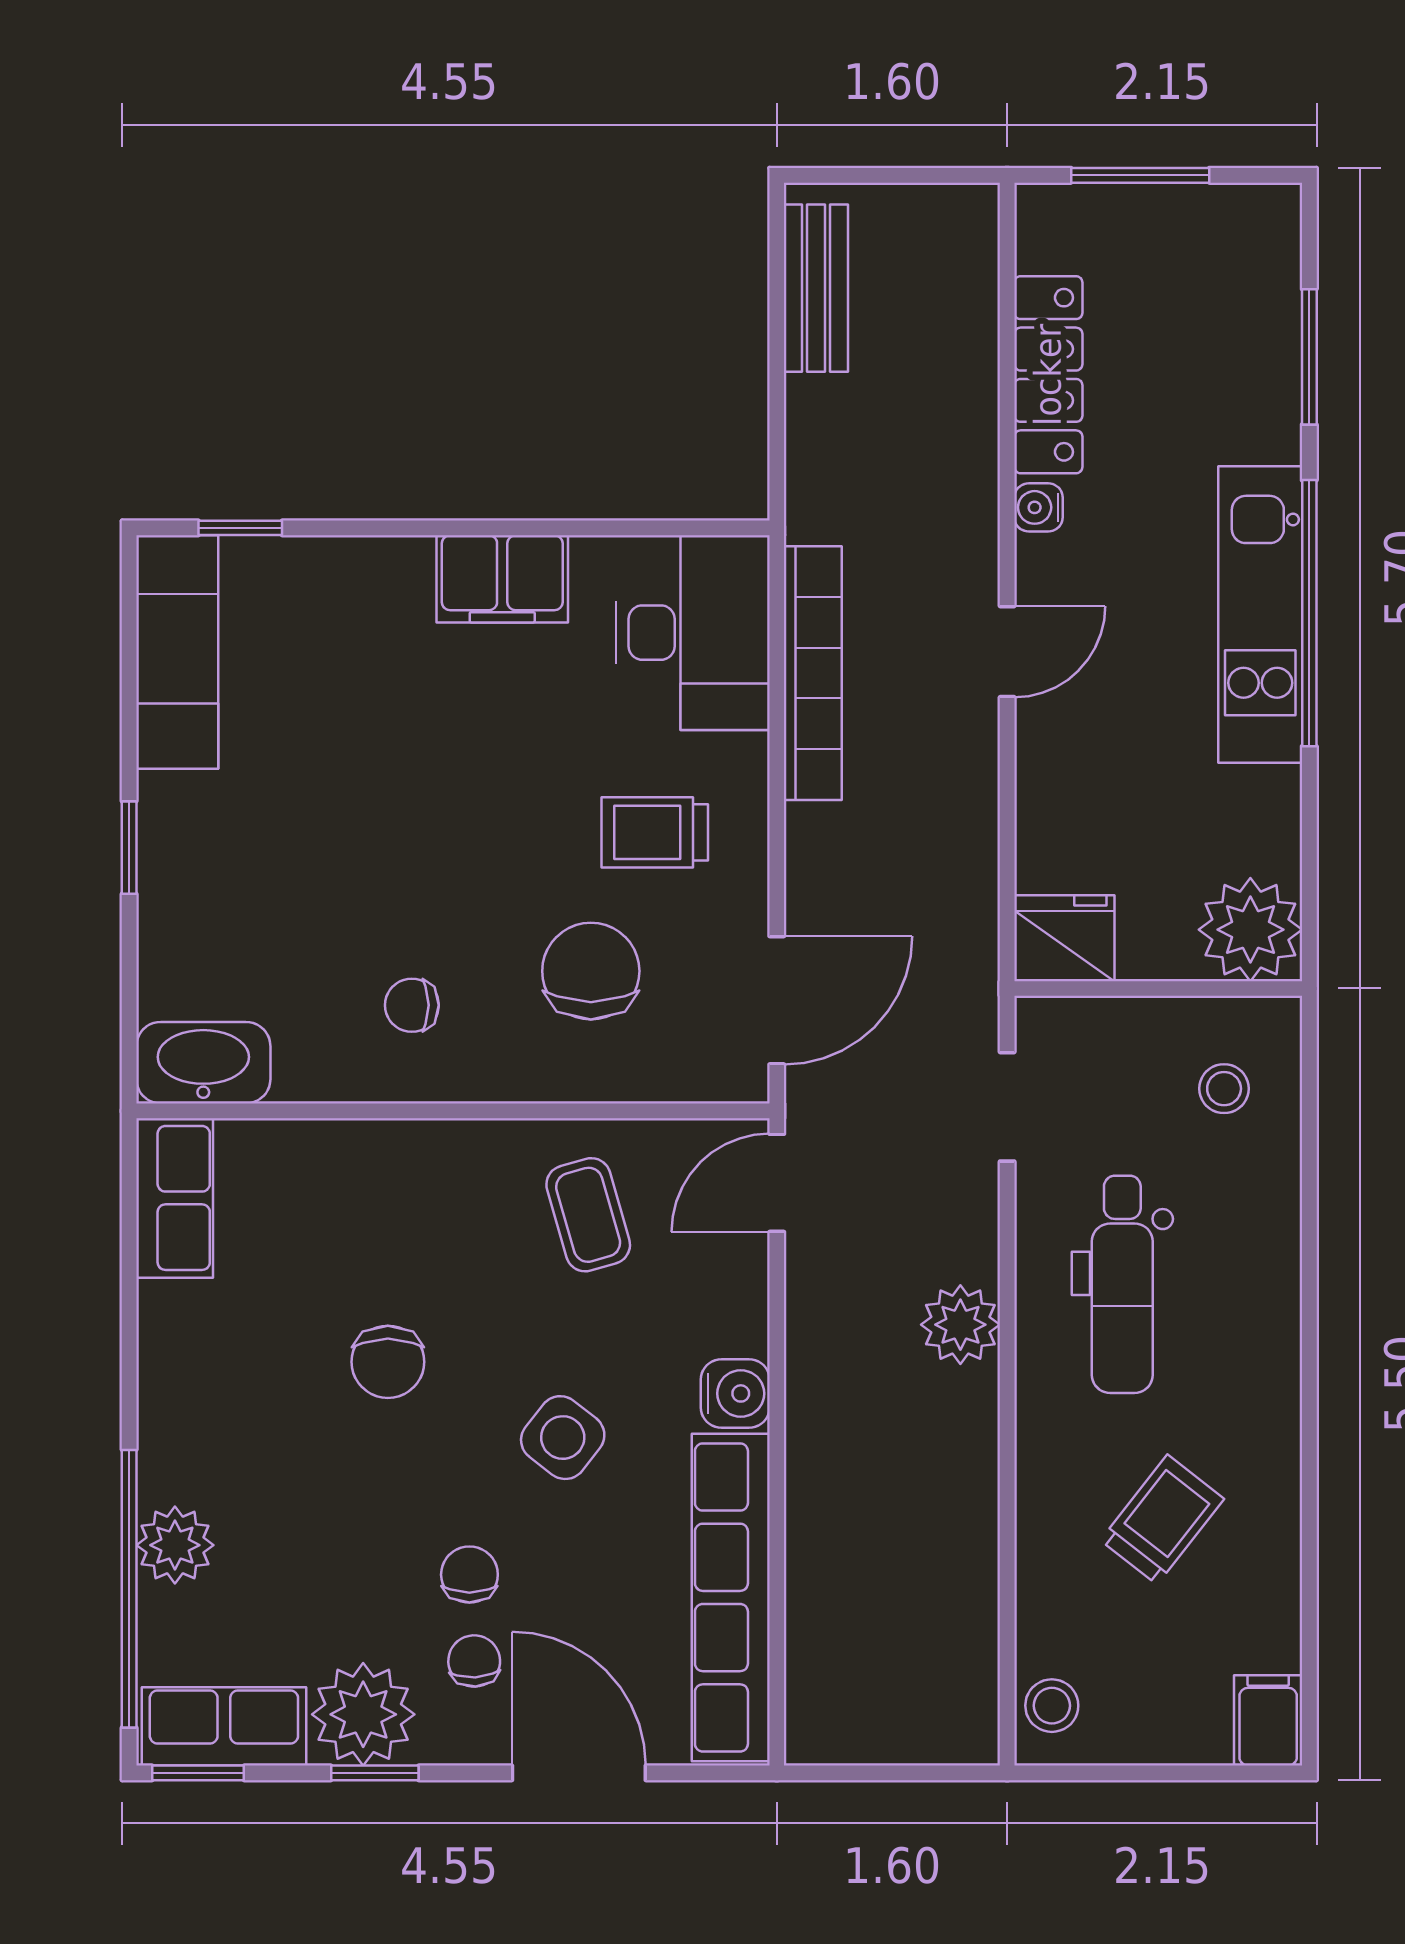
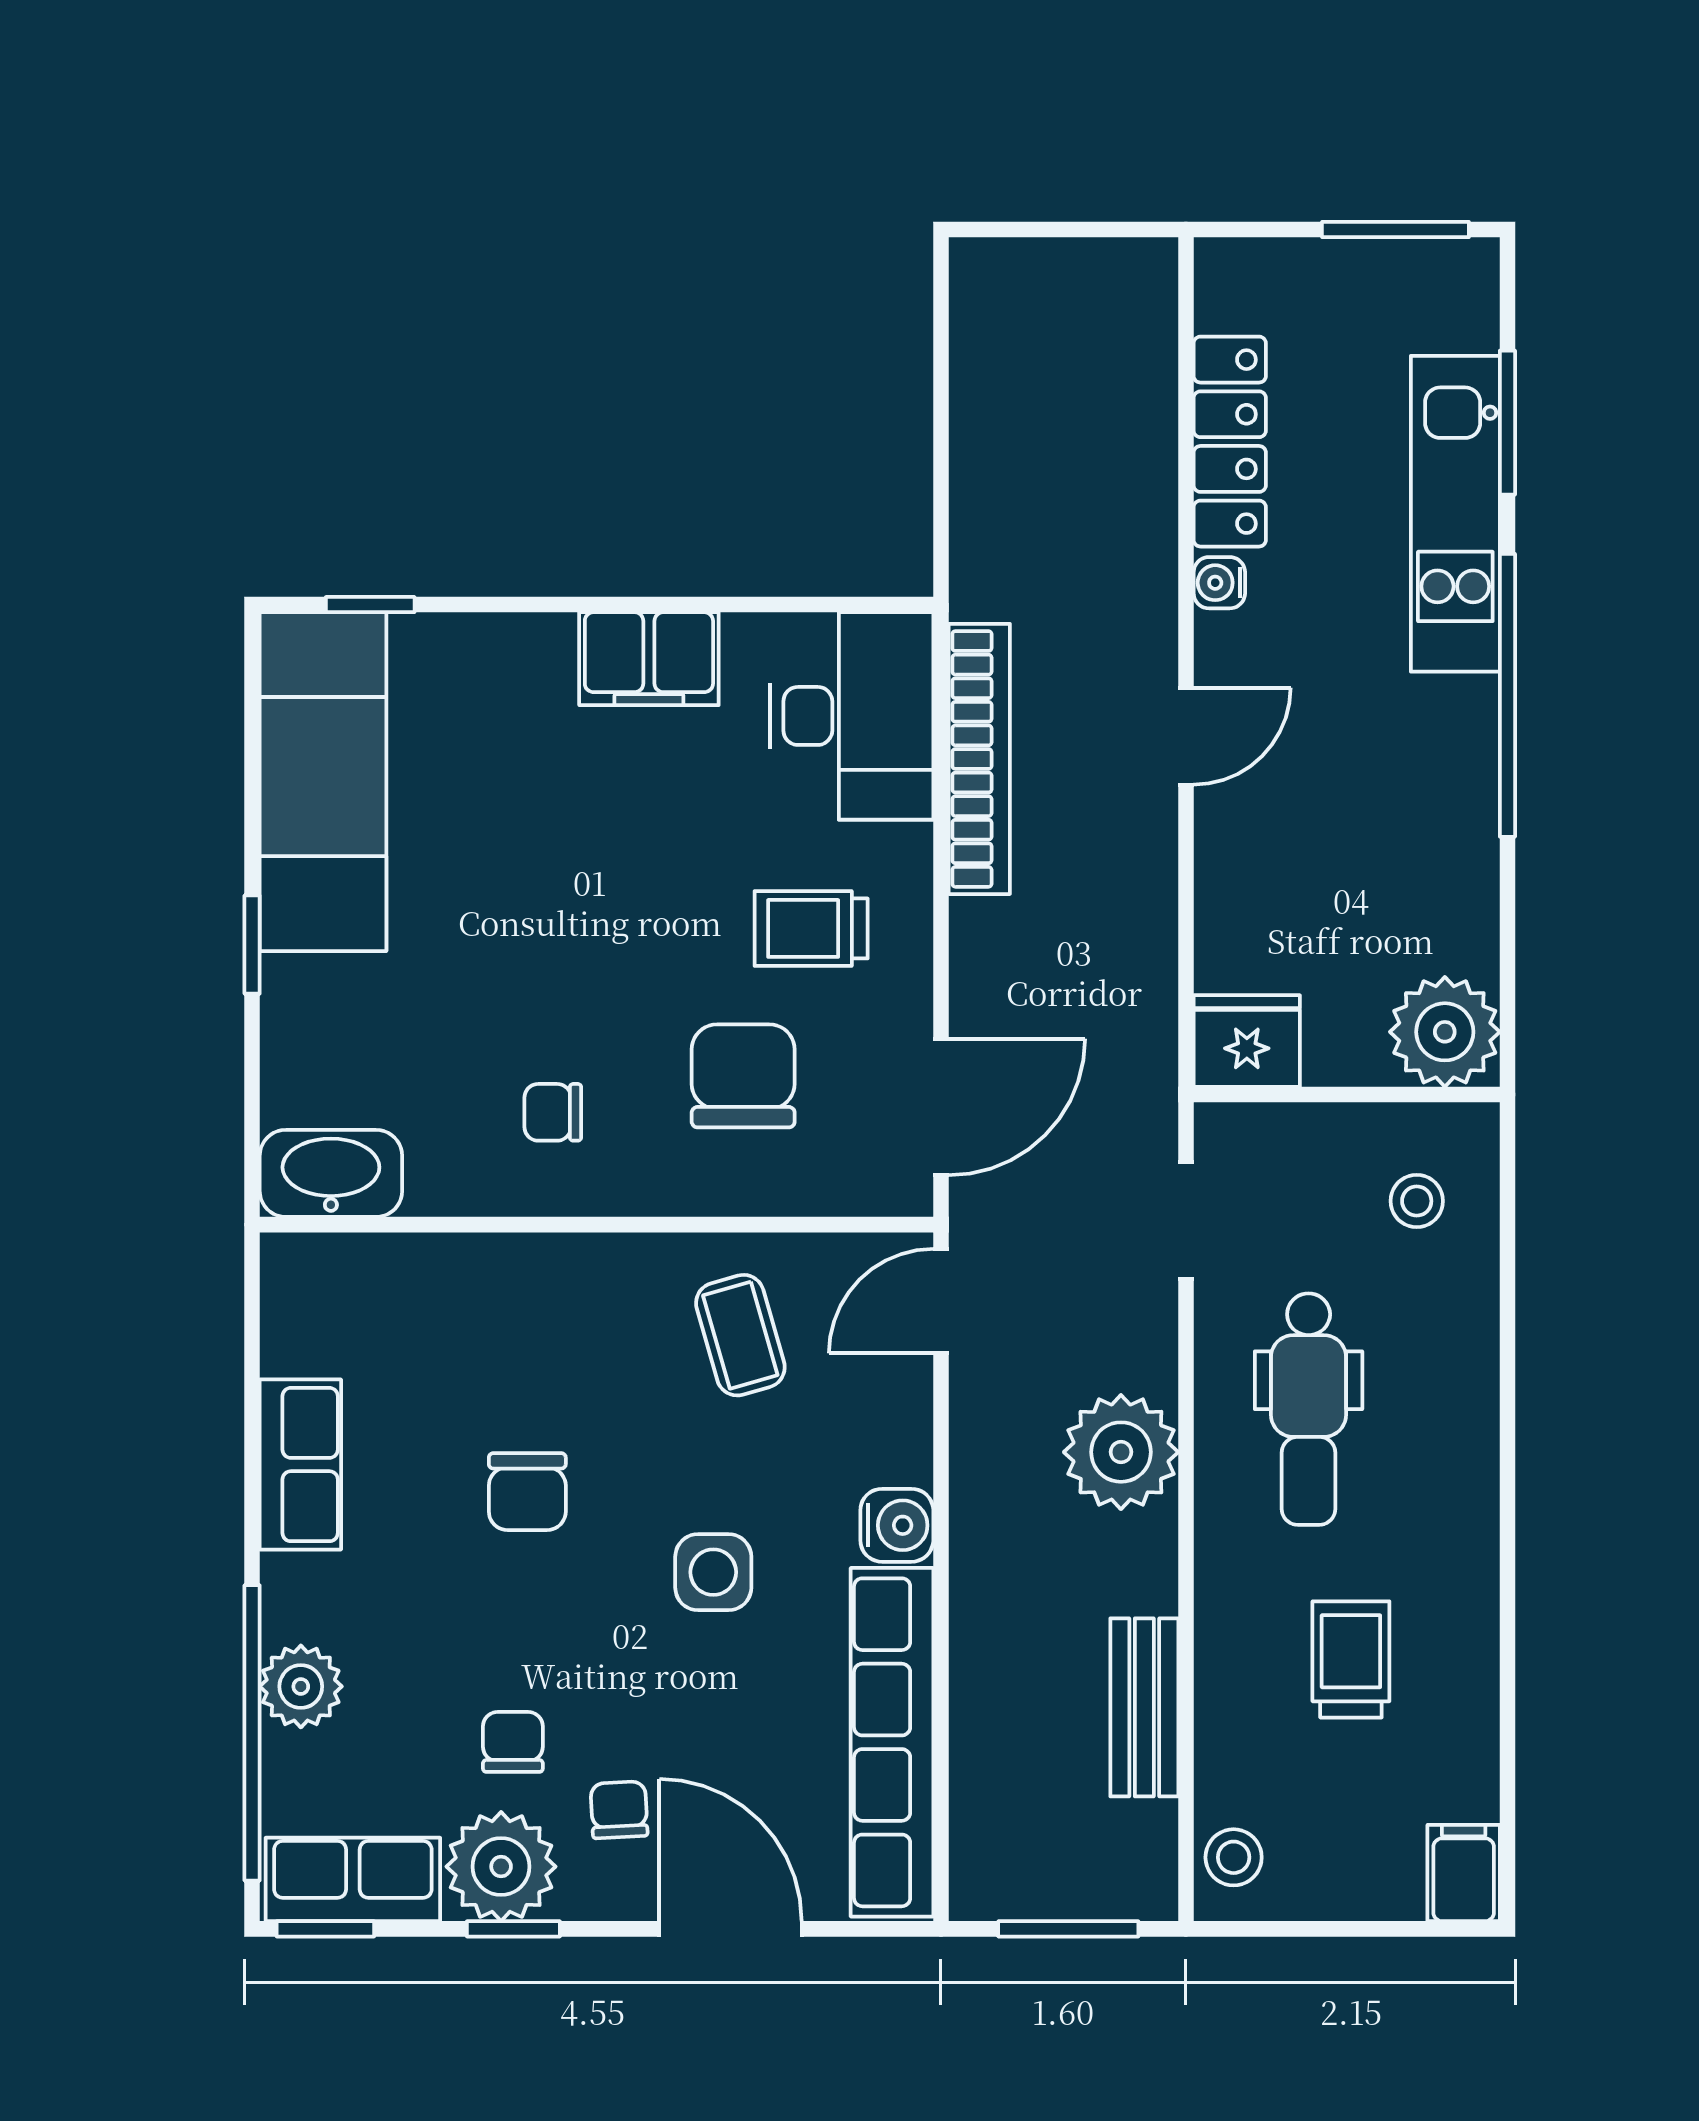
window: (1140, 175) -> (1395, 229), moved
bench: (816, 288) -> (1144, 1707), moved
kitchen unit: (1260, 614) -> (1455, 514), moved
exam couch: (177, 652) -> (323, 782), width x1.36, depth x1.45
row of seats: (175, 1198) -> (300, 1465), moved
plant: (960, 1325) -> (1121, 1452), width x1.36, depth x1.36
side table: (563, 1438) -> (713, 1572), turned -38
trolley: (1162, 1520) -> (1351, 1659), turned -38
chair: (469, 1575) -> (513, 1742), moved
window: (896, 1773) -> (1068, 1929), added

